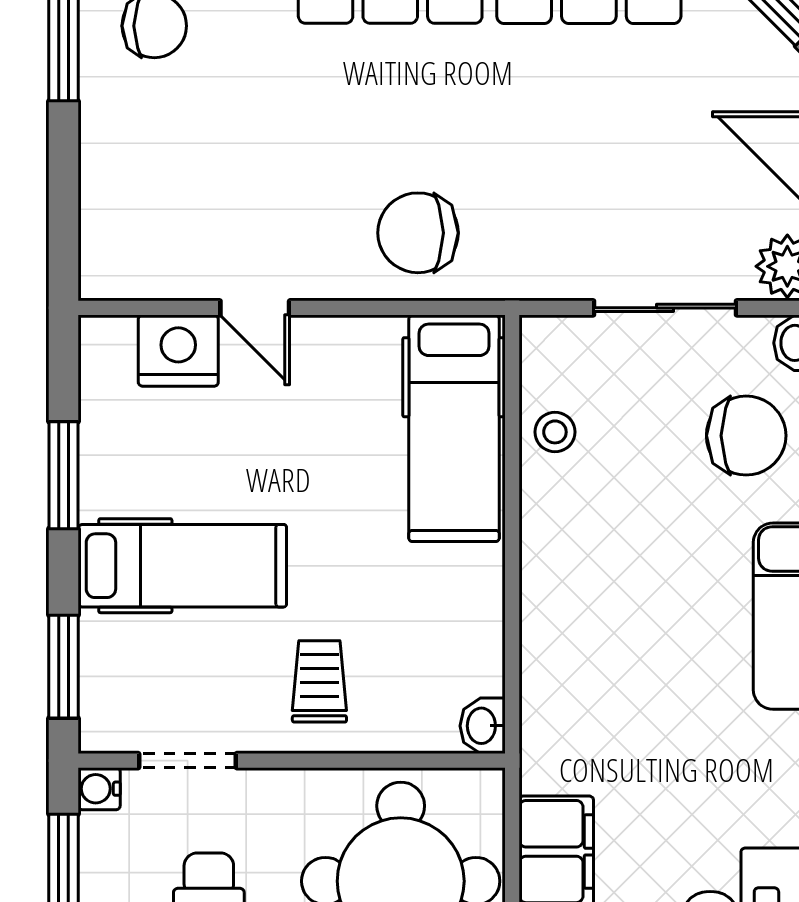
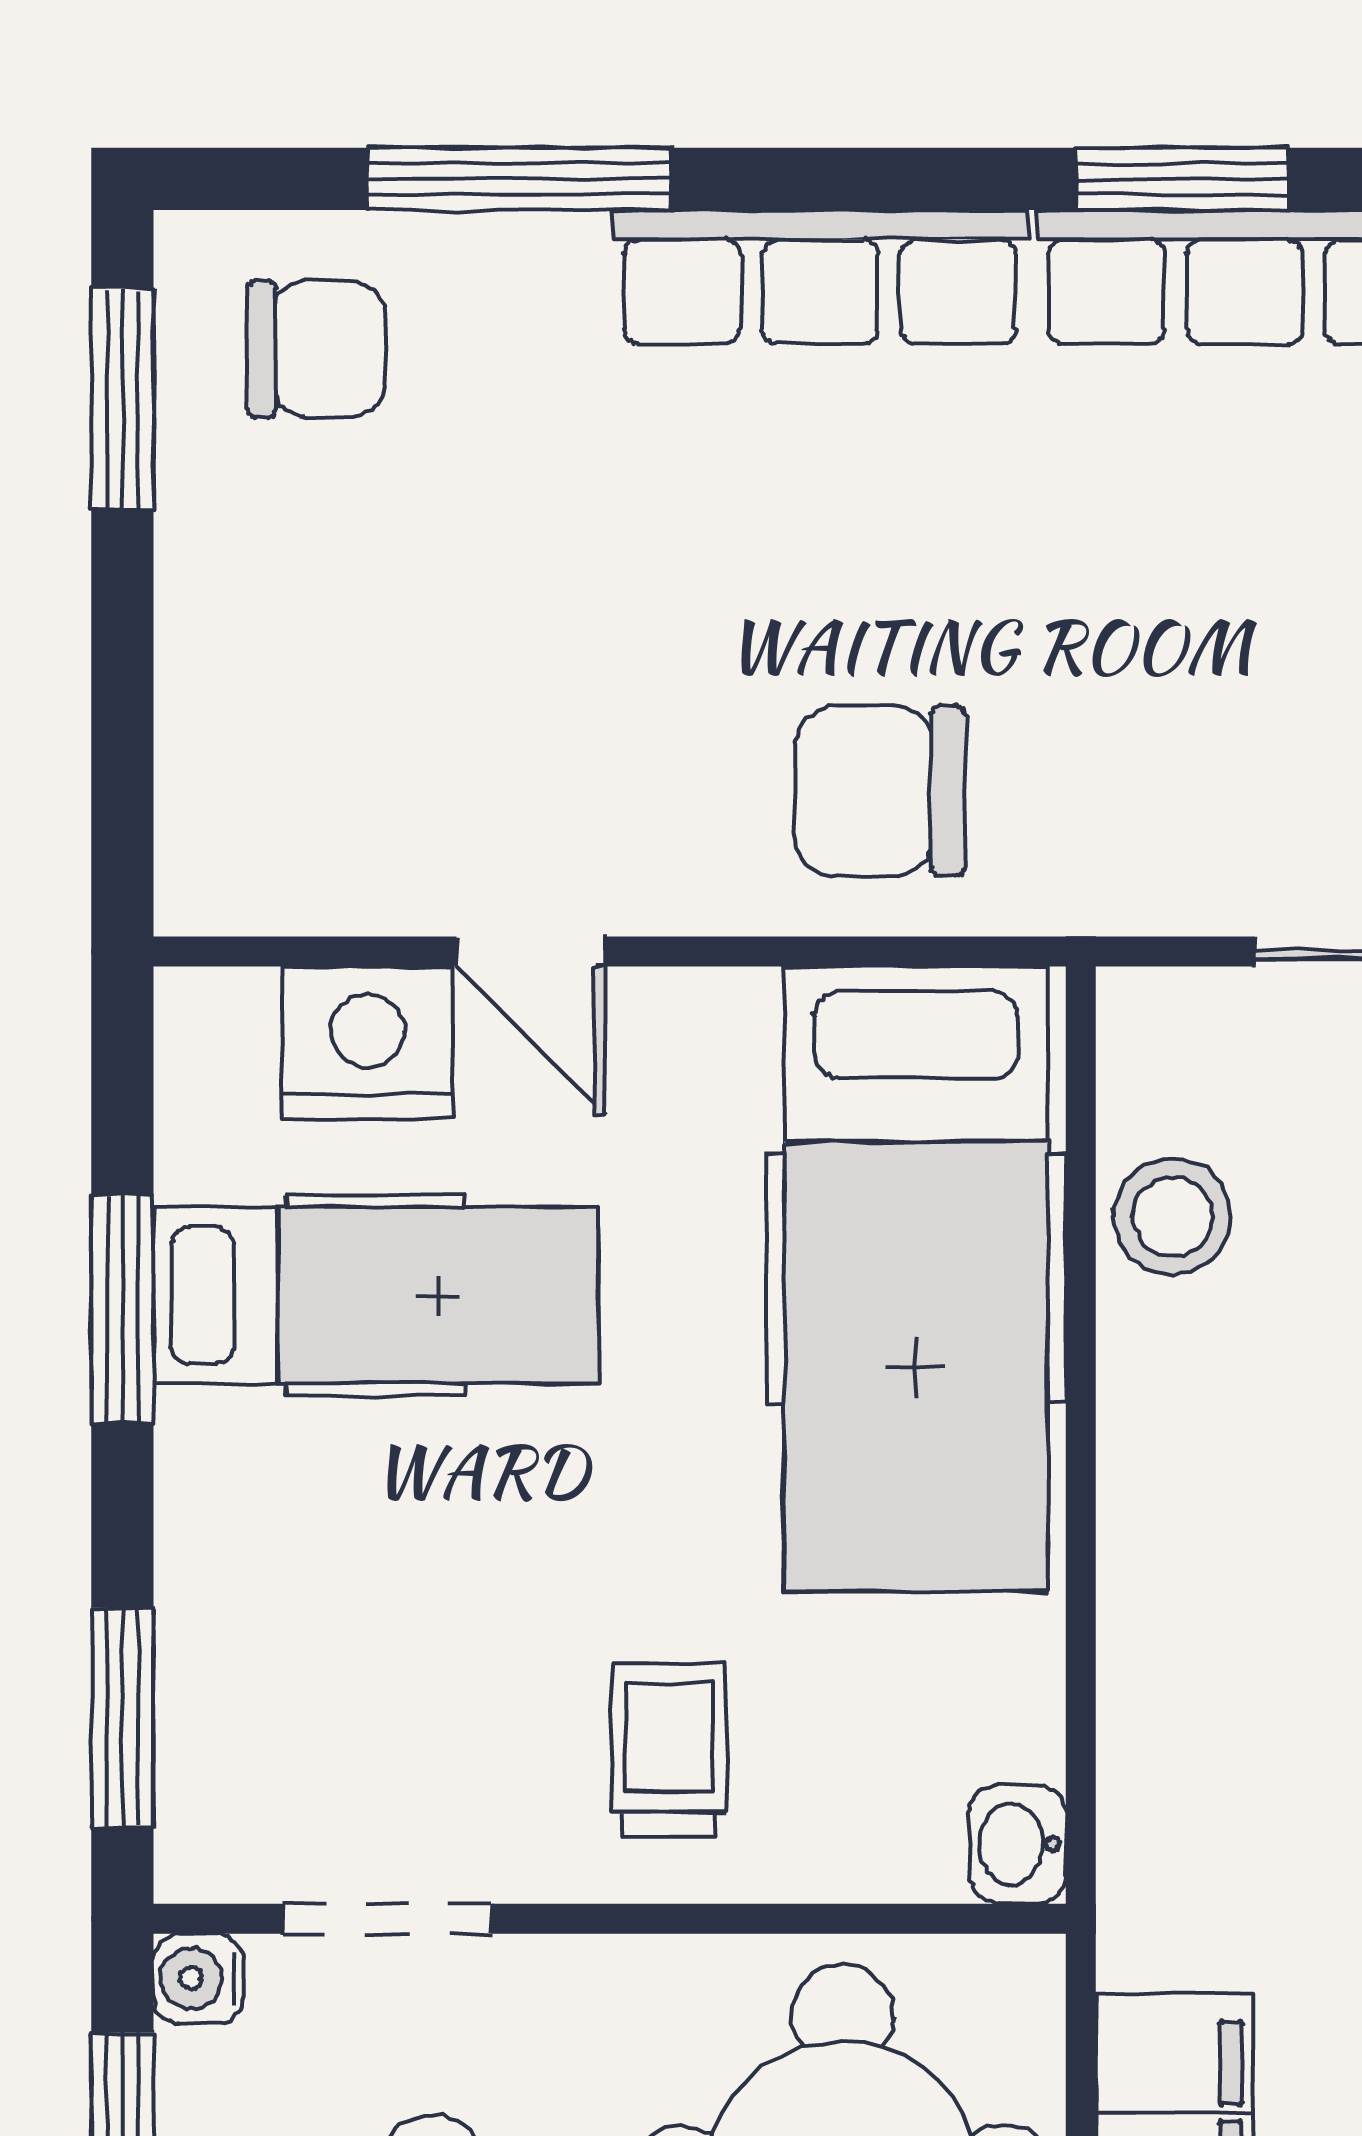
hospital bed: (454, 428) -> (916, 1279), width x1.37, depth x1.29
stool: (555, 432) -> (1172, 1217), width x1.37, depth x1.37
hospital bed: (182, 566) -> (376, 1295), moved

